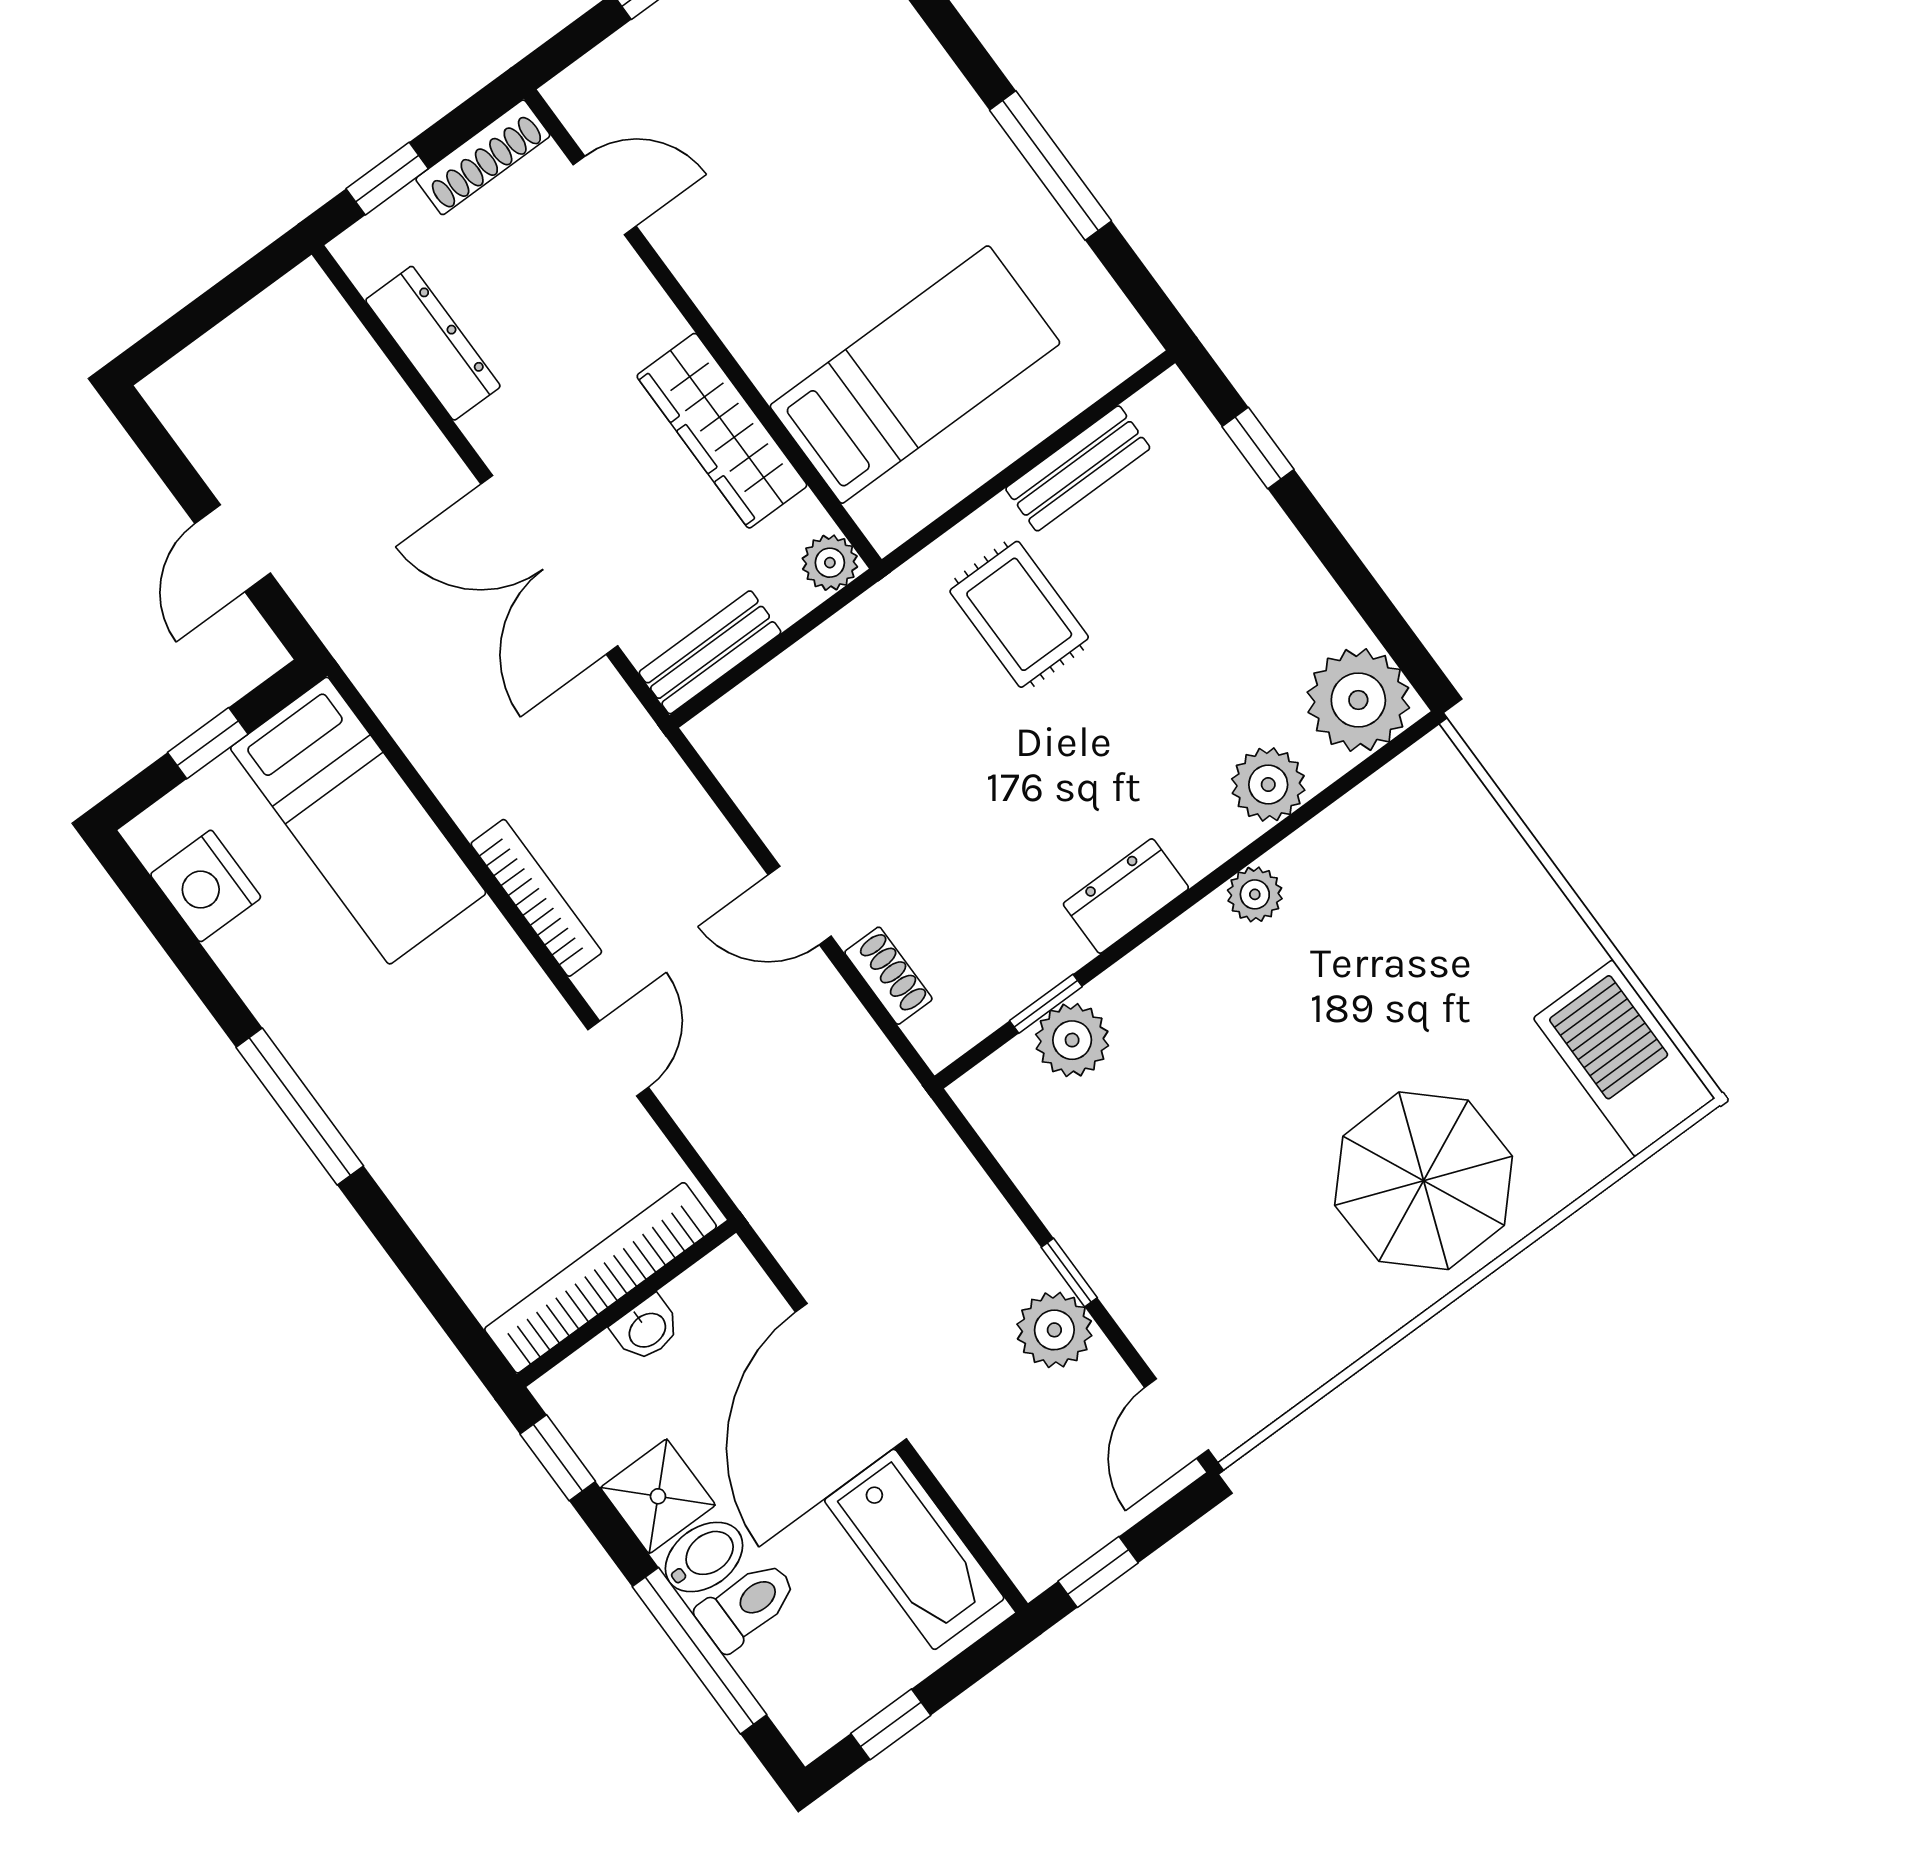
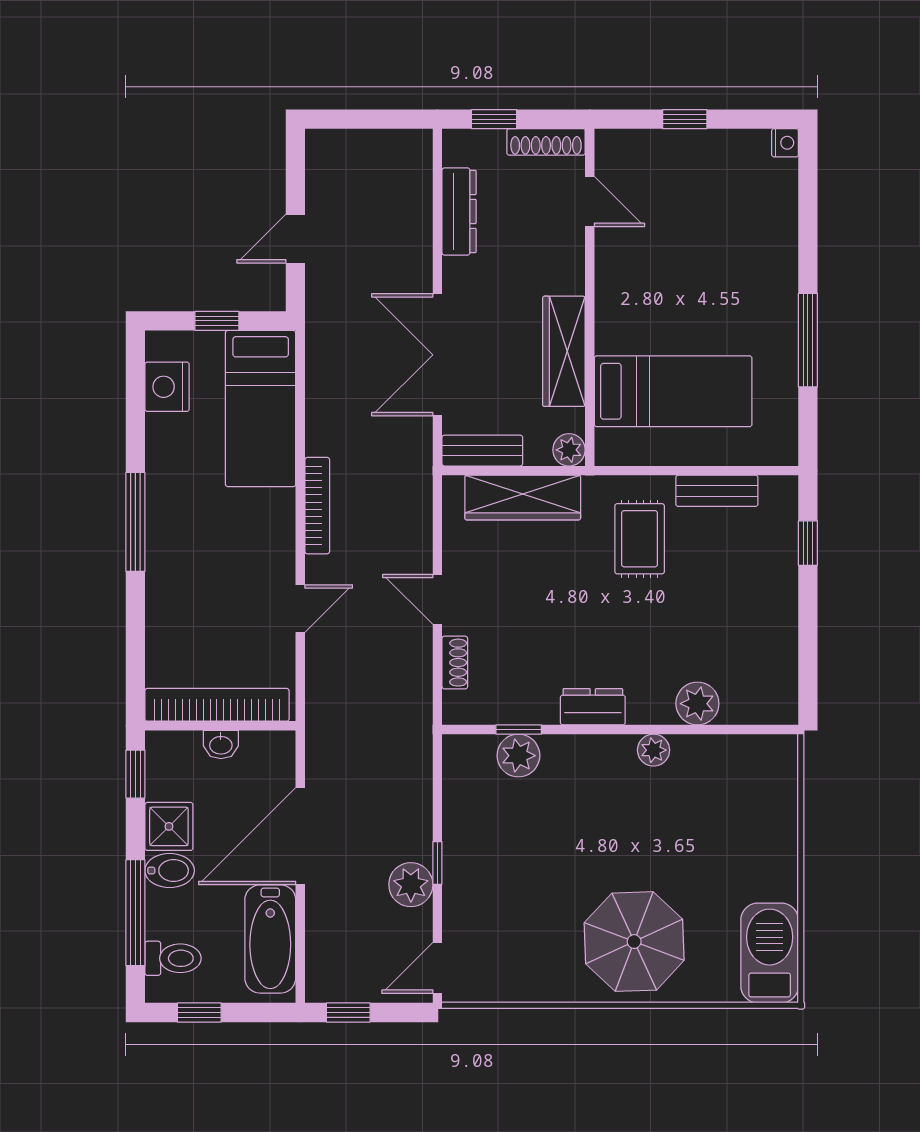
wardrobe: (814, 676) -> (523, 498), added
plant: (1358, 700) -> (768, 695), removed
toilet: (747, 1605) -> (173, 958), moved

